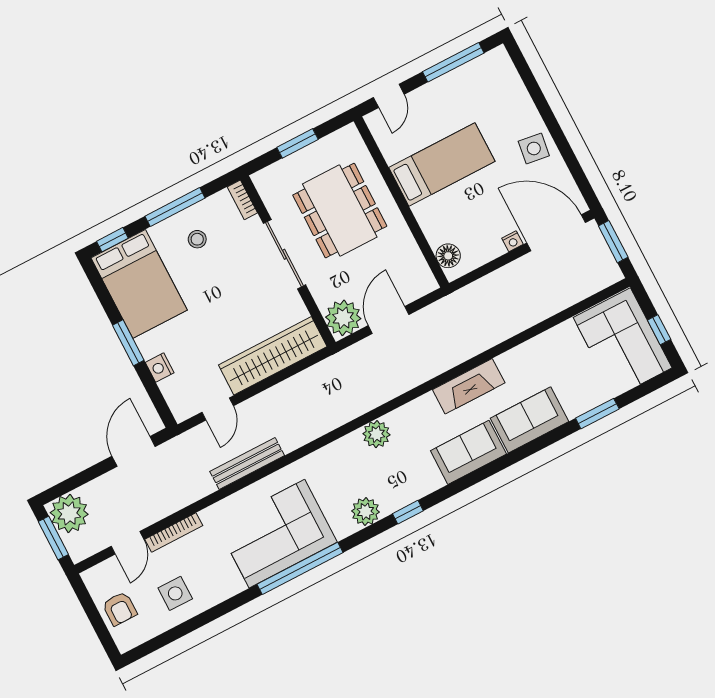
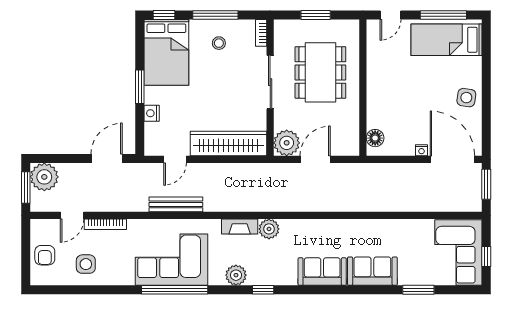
bed: (442, 164) -> (447, 40), moved, turned 180
fireplace: (469, 386) -> (240, 227), moved, width x0.73, depth x0.76

